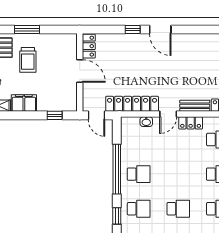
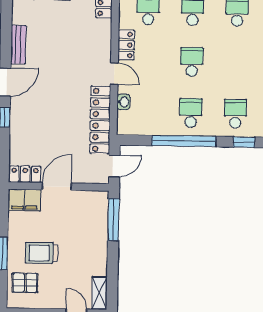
trolley: (28, 60) -> (41, 253), turned 180
filing cabinet: (24, 103) -> (24, 200), moved, turned -90
bench: (195, 106) -> (18, 45), moved
window: (55, 115) -> (113, 220), width x2.17
school desk: (178, 209) -> (192, 62), moved

